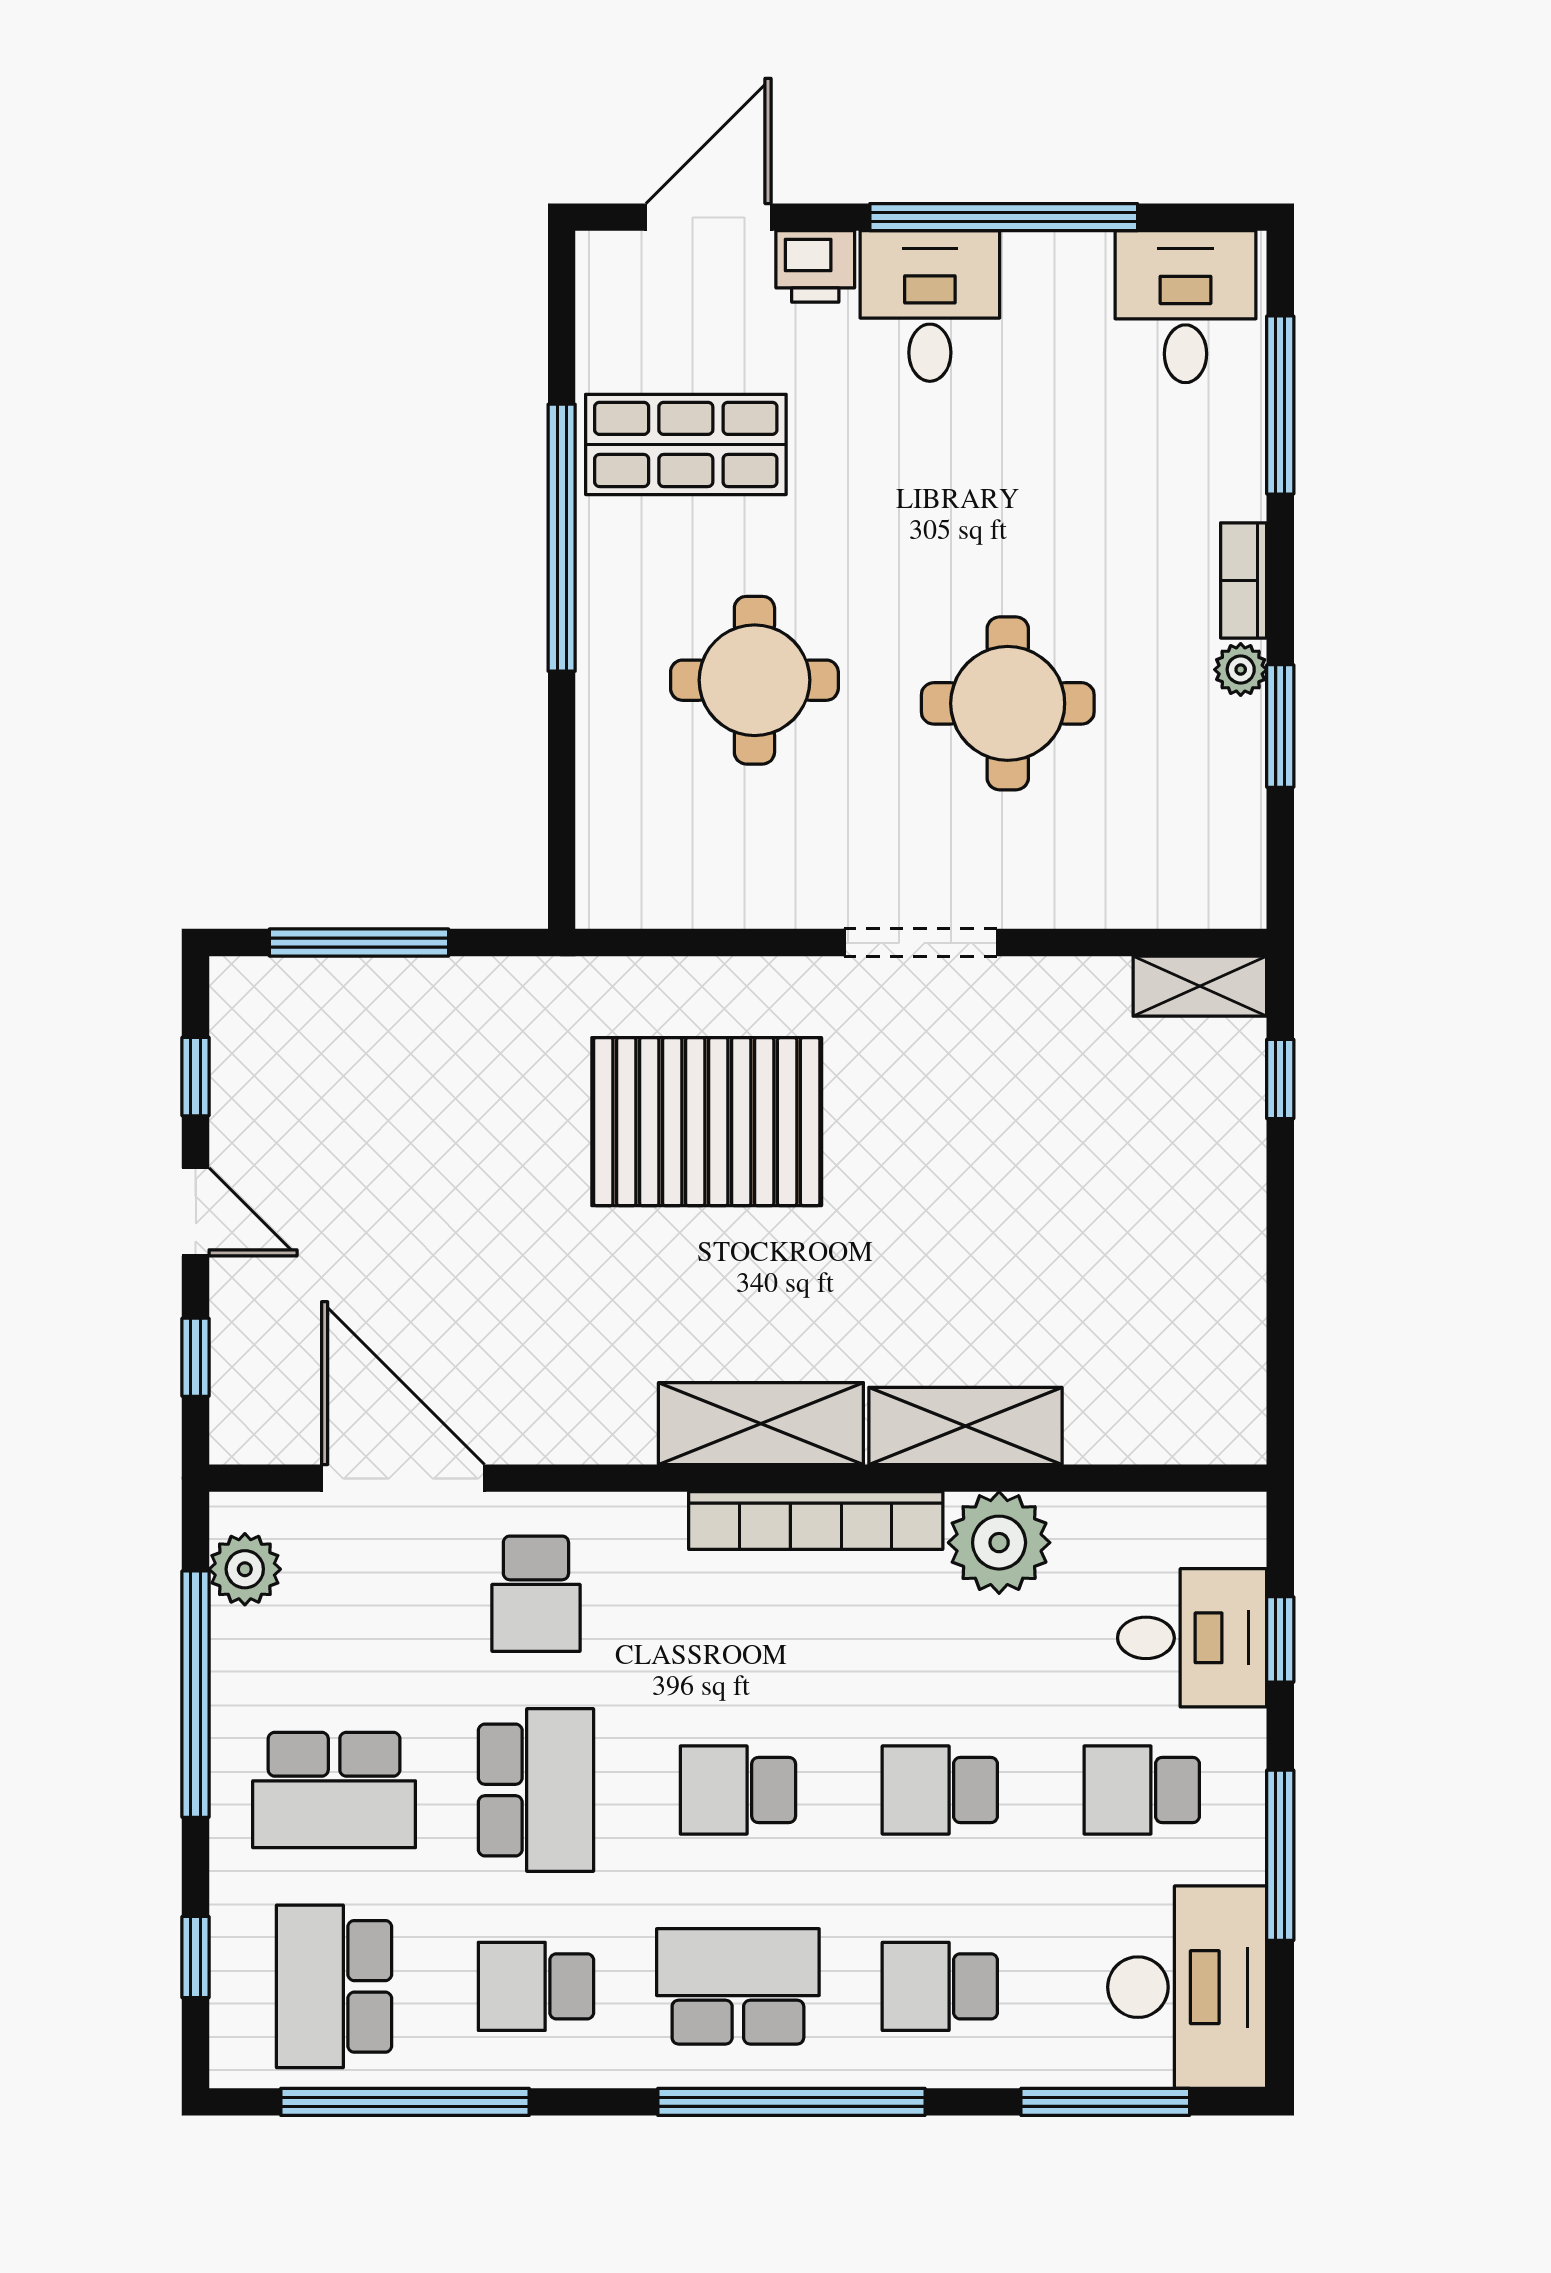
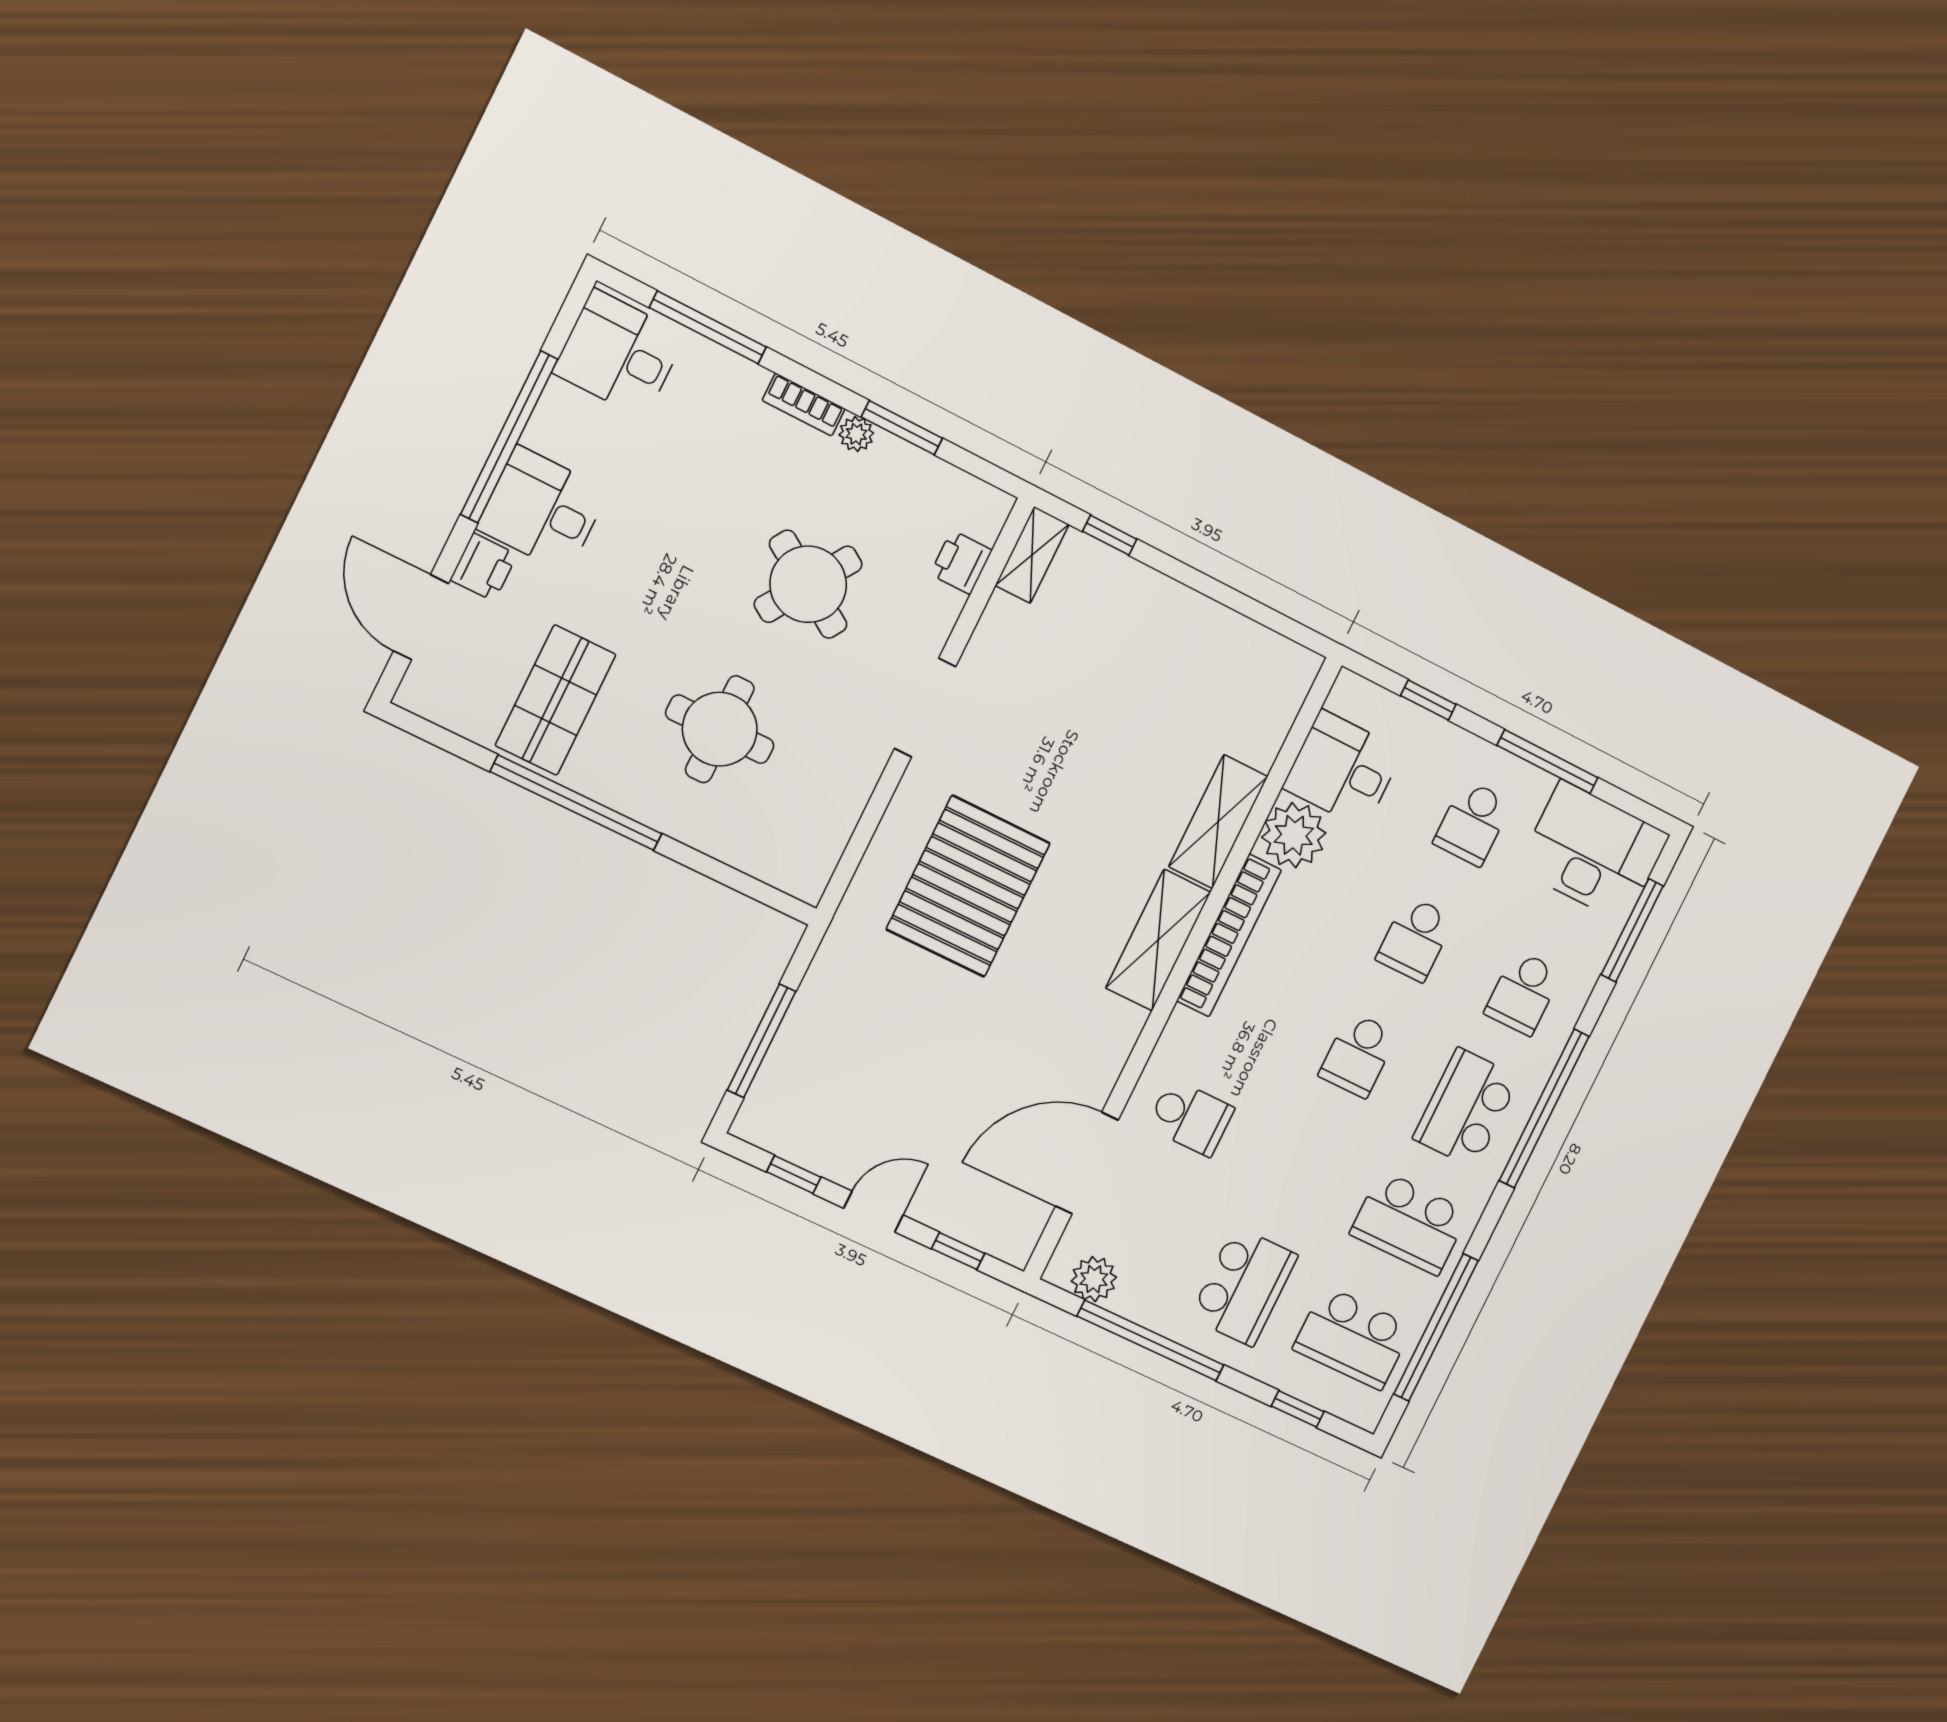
round table: (1008, 703) -> (808, 584), turned 33
printer: (1141, 894) -> (961, 562), added
desk: (1192, 1638) -> (1343, 769), moved, turned -90
school desk: (536, 1790) -> (1301, 1171), removed
school desk: (536, 1986) -> (1409, 1223), width x1.85

